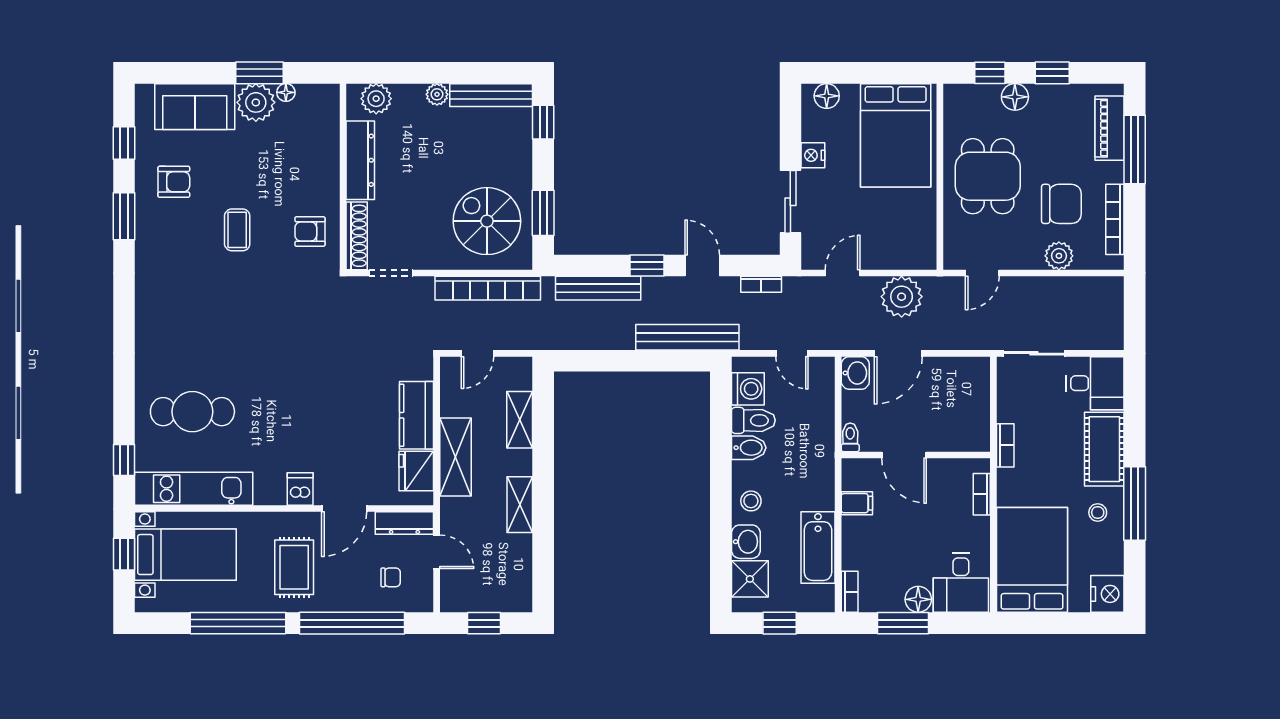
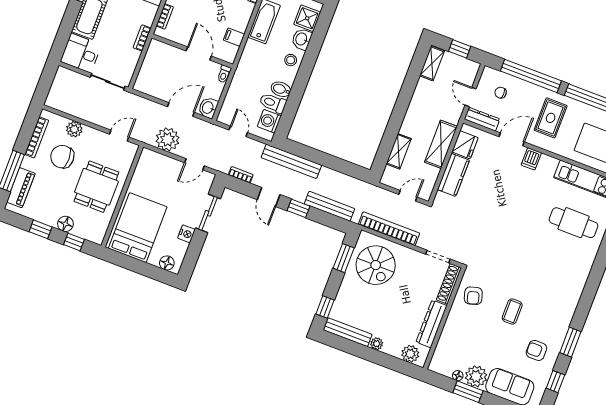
armchair: (310, 232) -> (473, 296), turned 74
shelving: (520, 505) -> (432, 63), moved

